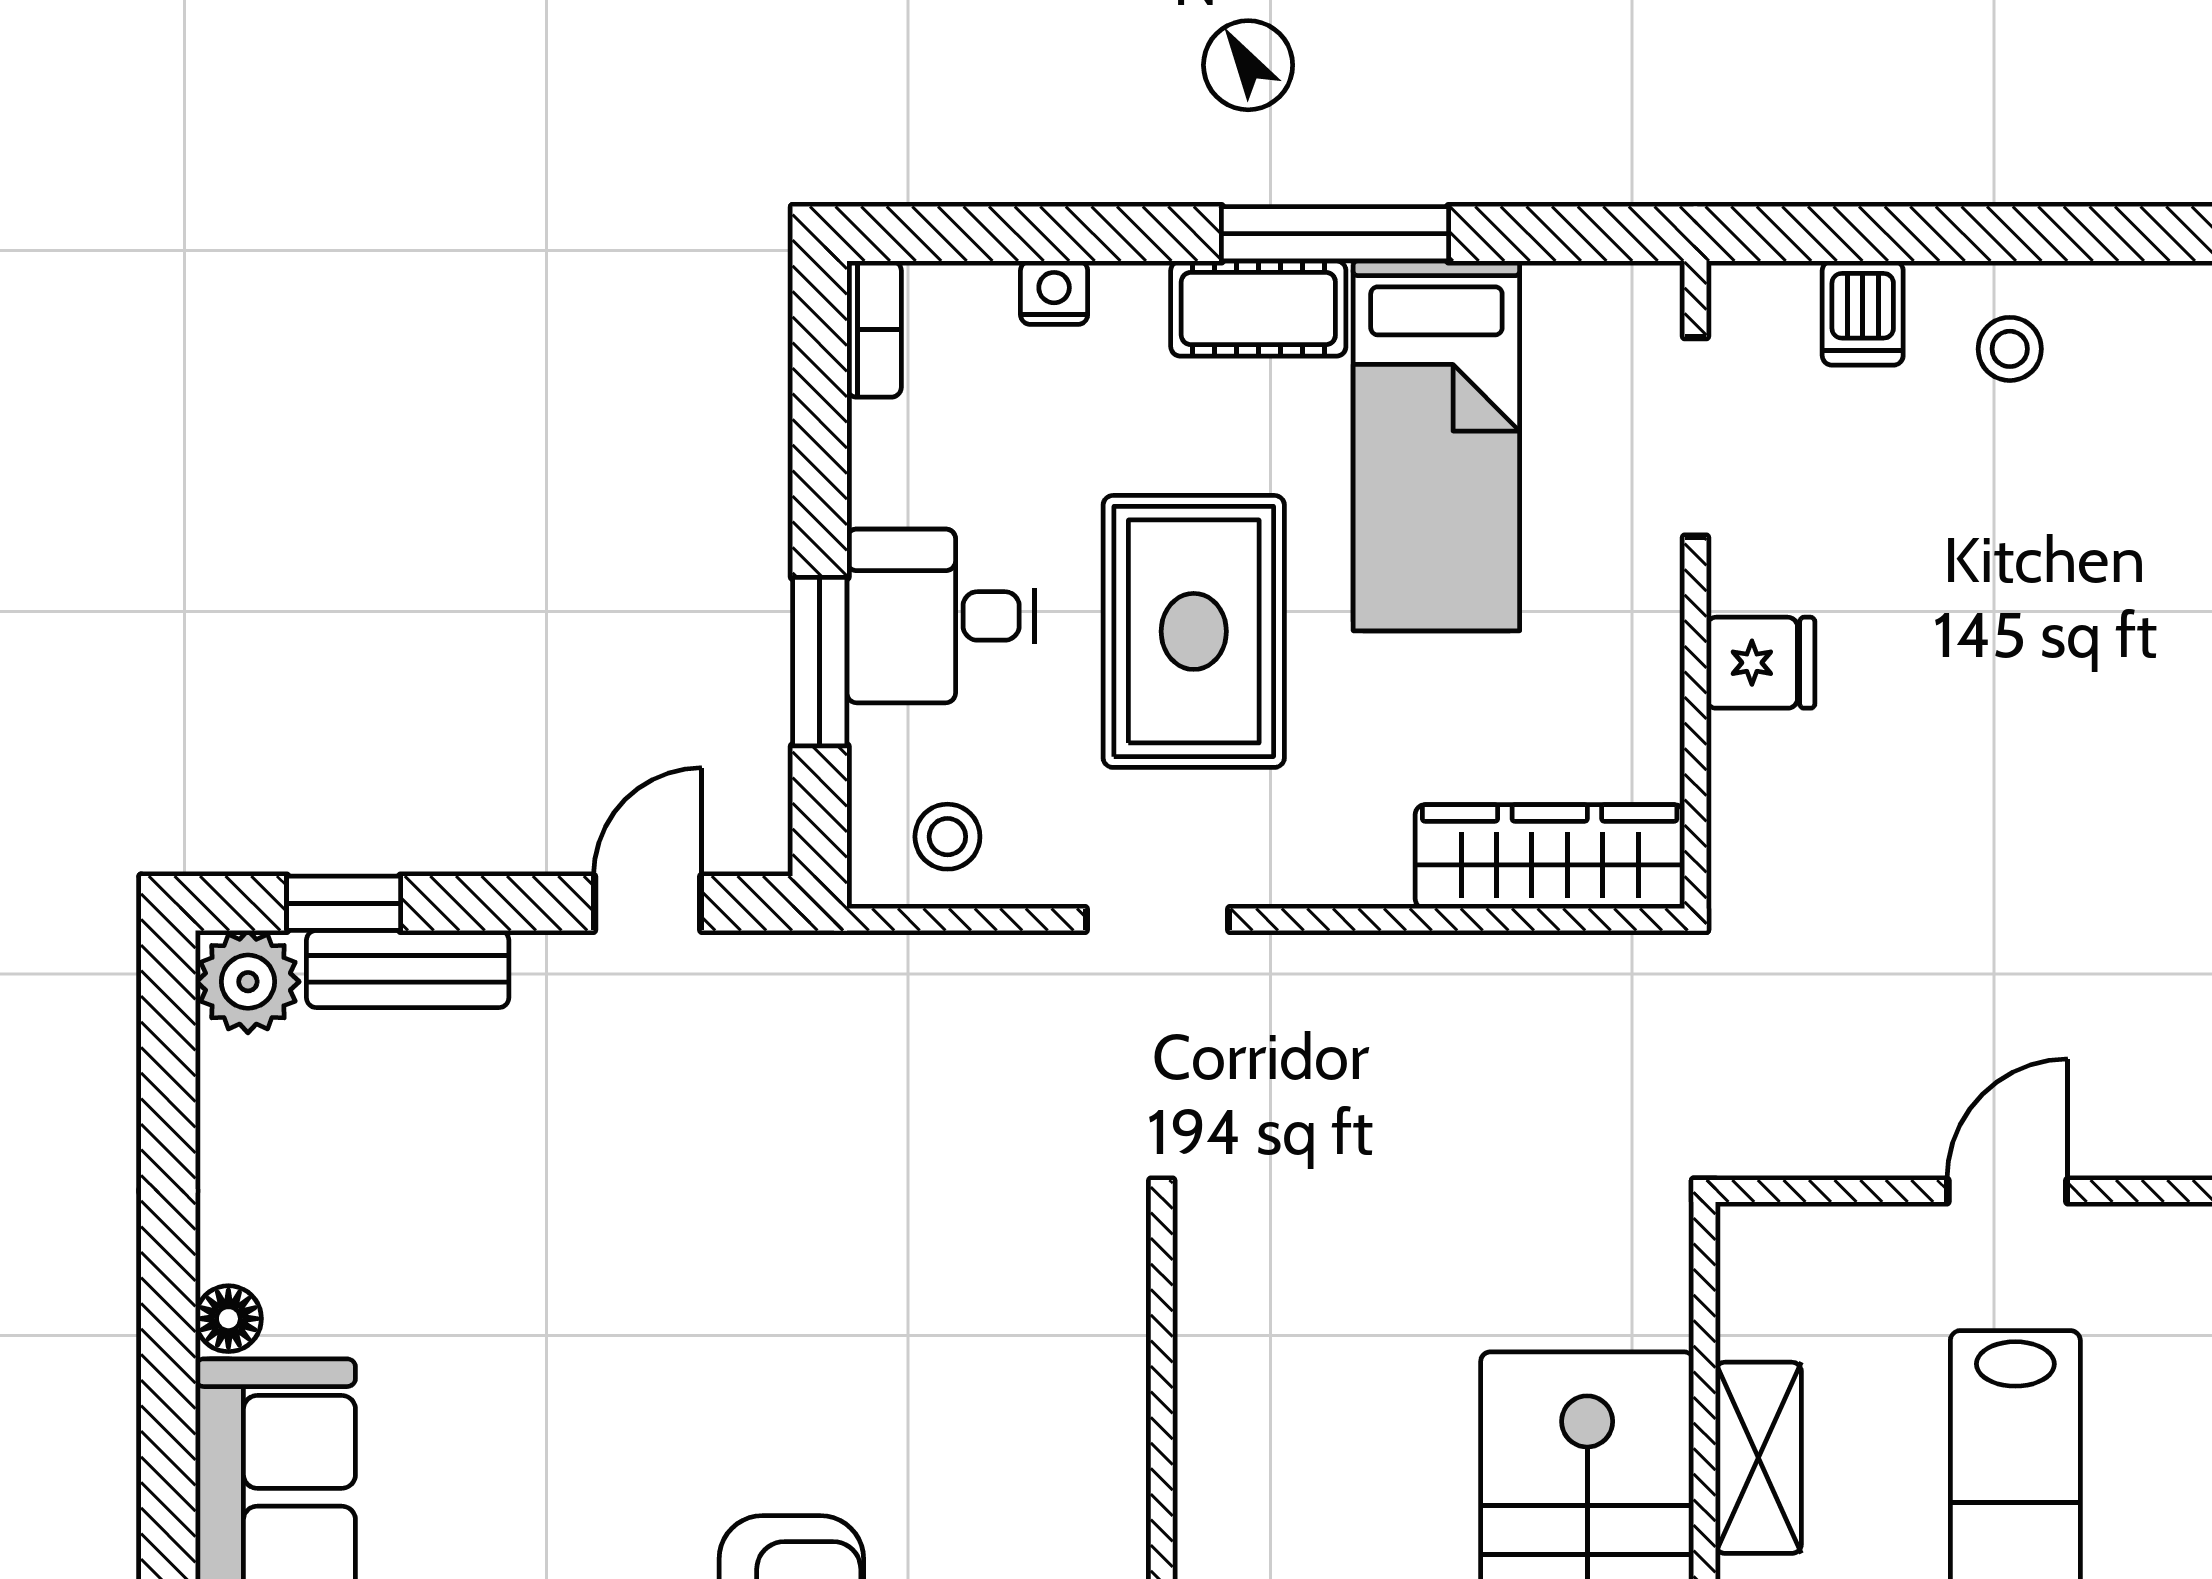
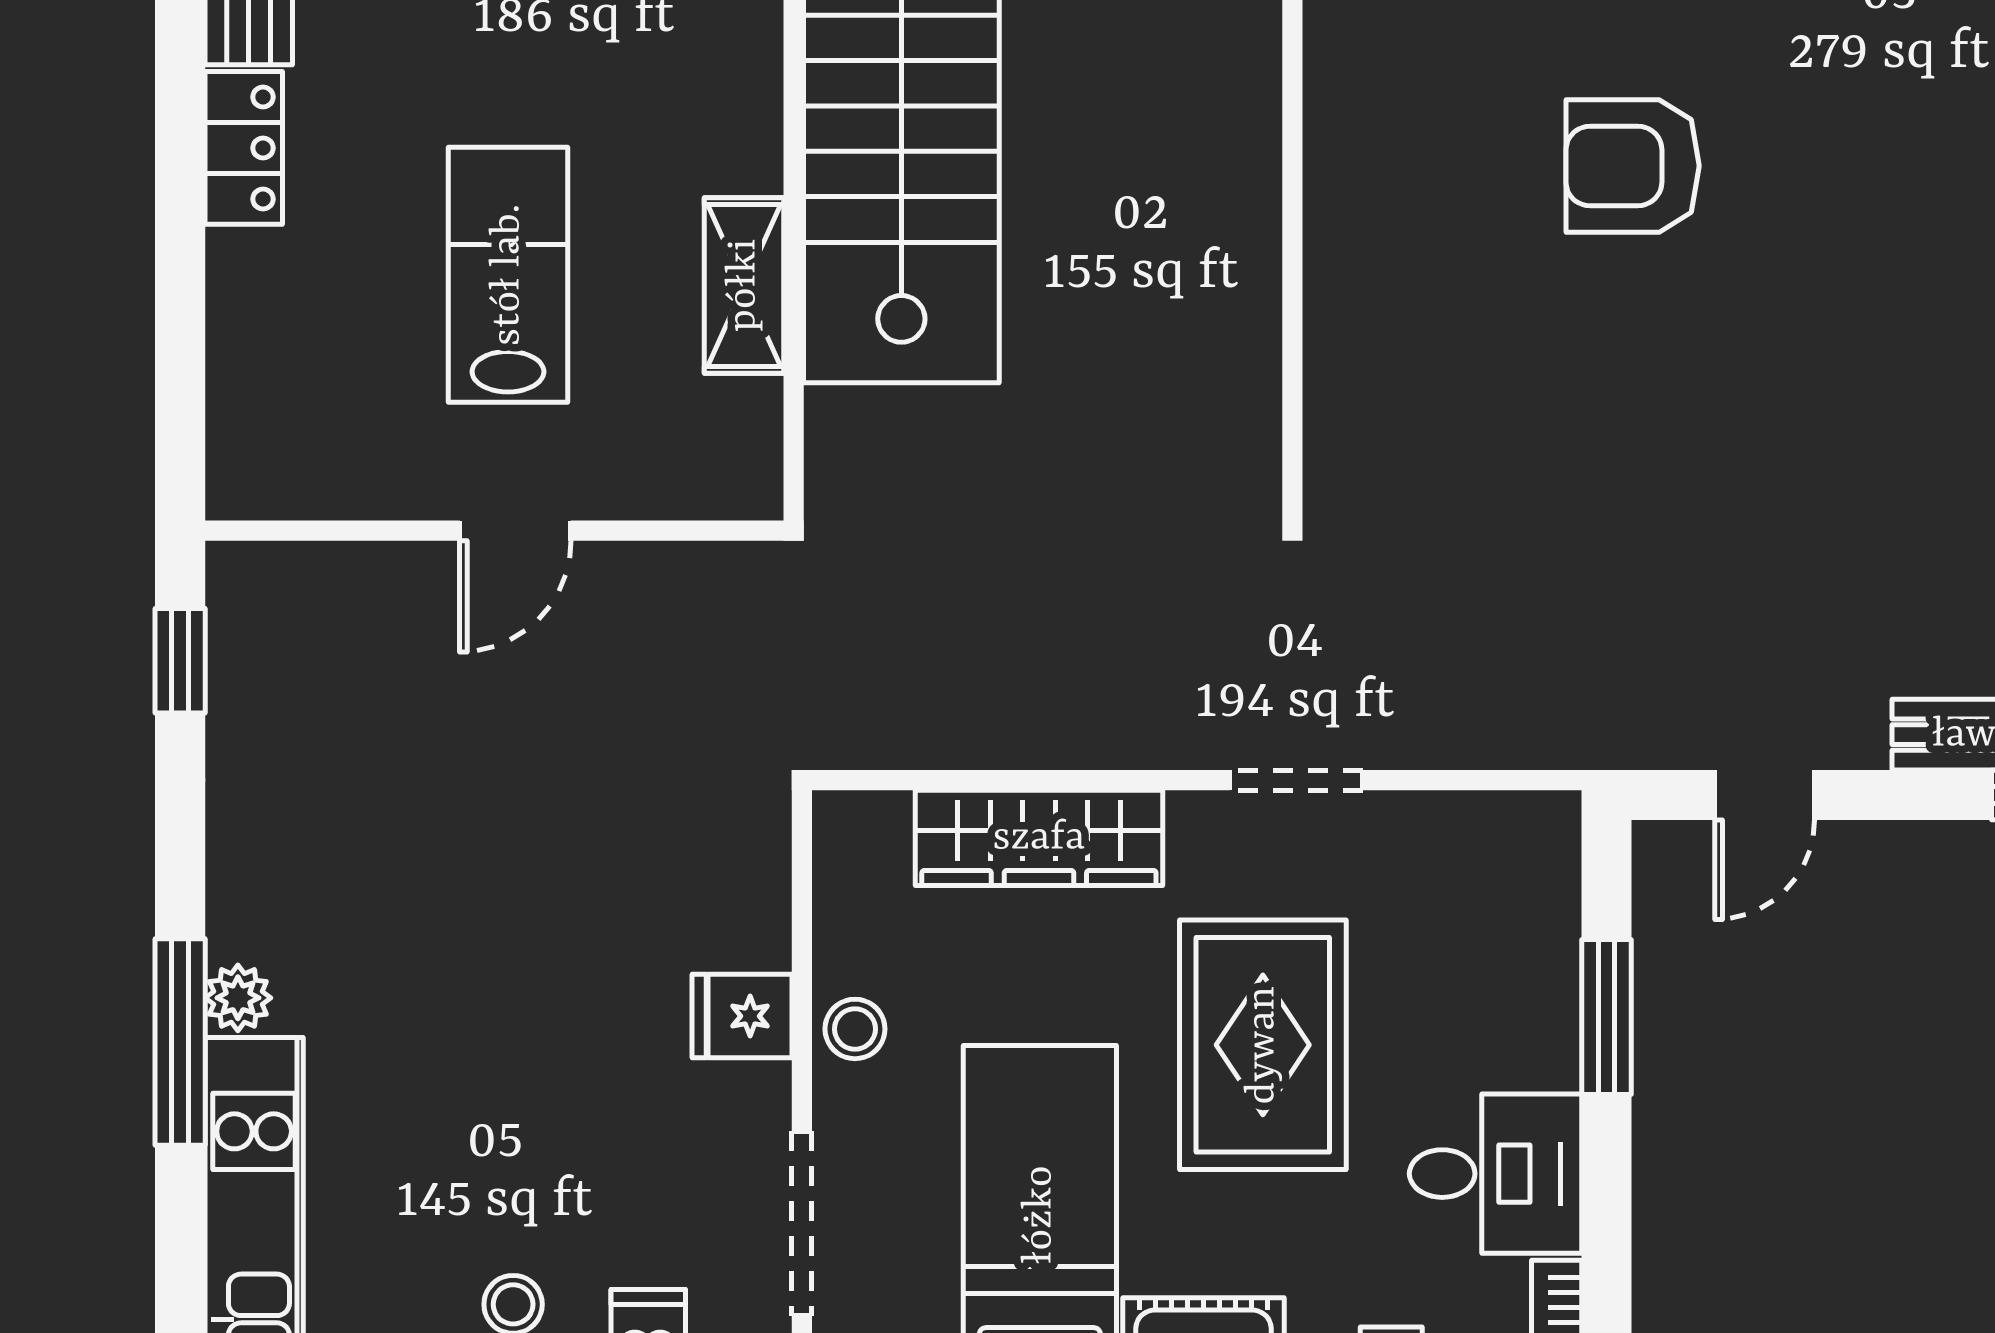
desk: (941, 616) -> (1496, 1174), moved
stool: (947, 837) -> (855, 1029), moved
wardrobe: (1550, 857) -> (1039, 838), moved

